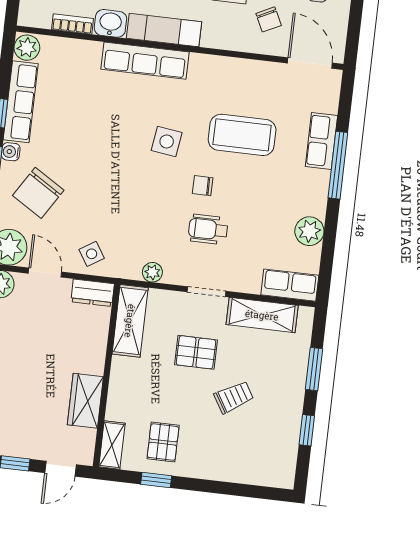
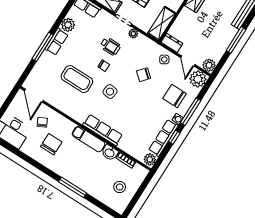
row of seats: (321, 141) -> (57, 42), moved
chair: (38, 193) -> (174, 96), turned -122
chair: (117, 205) -> (144, 75), added
plant: (152, 272) -> (133, 34), moved

